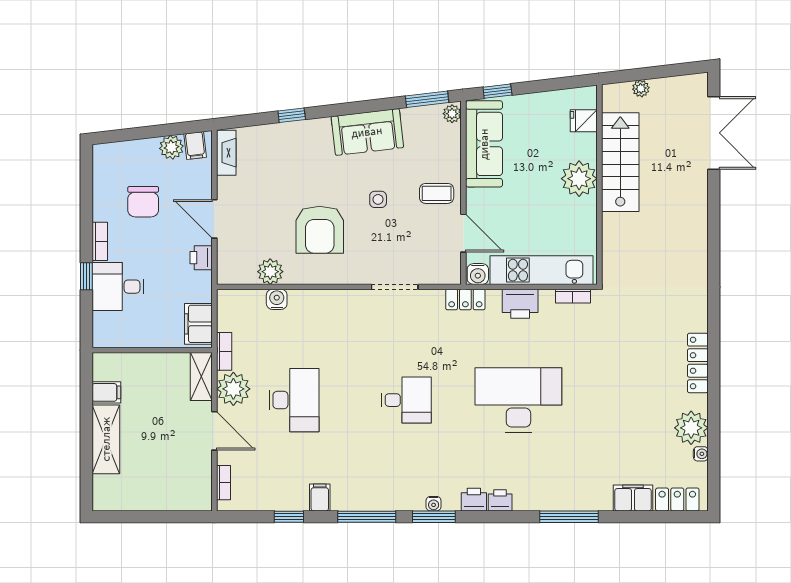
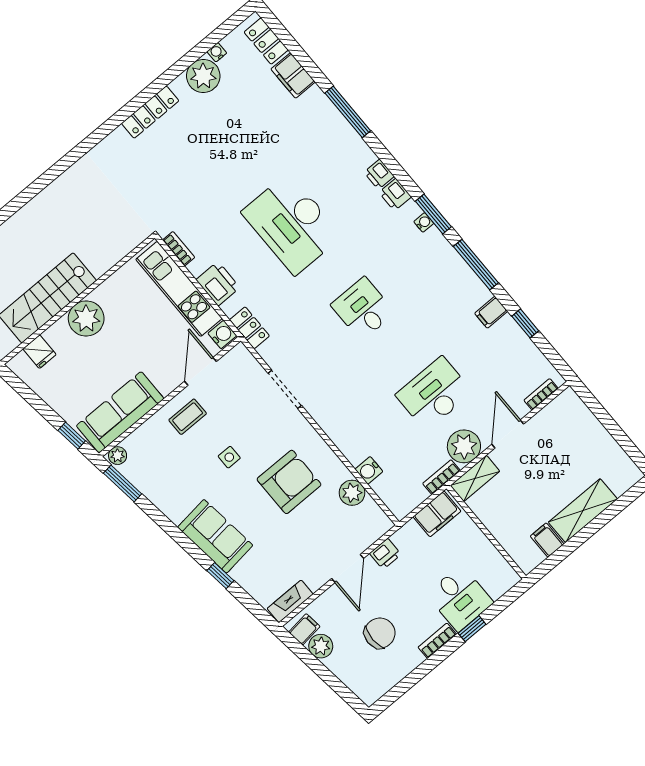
sofa: (367, 132) -> (215, 536), moved
coffee table: (437, 193) -> (188, 417), turned 90

